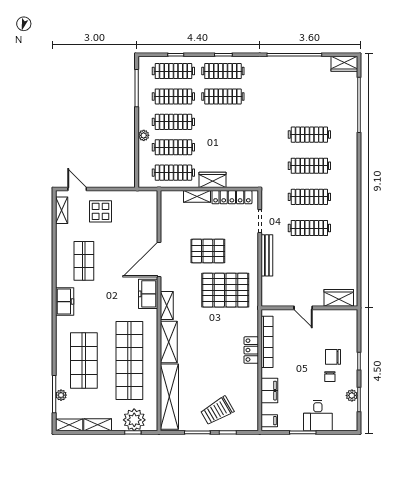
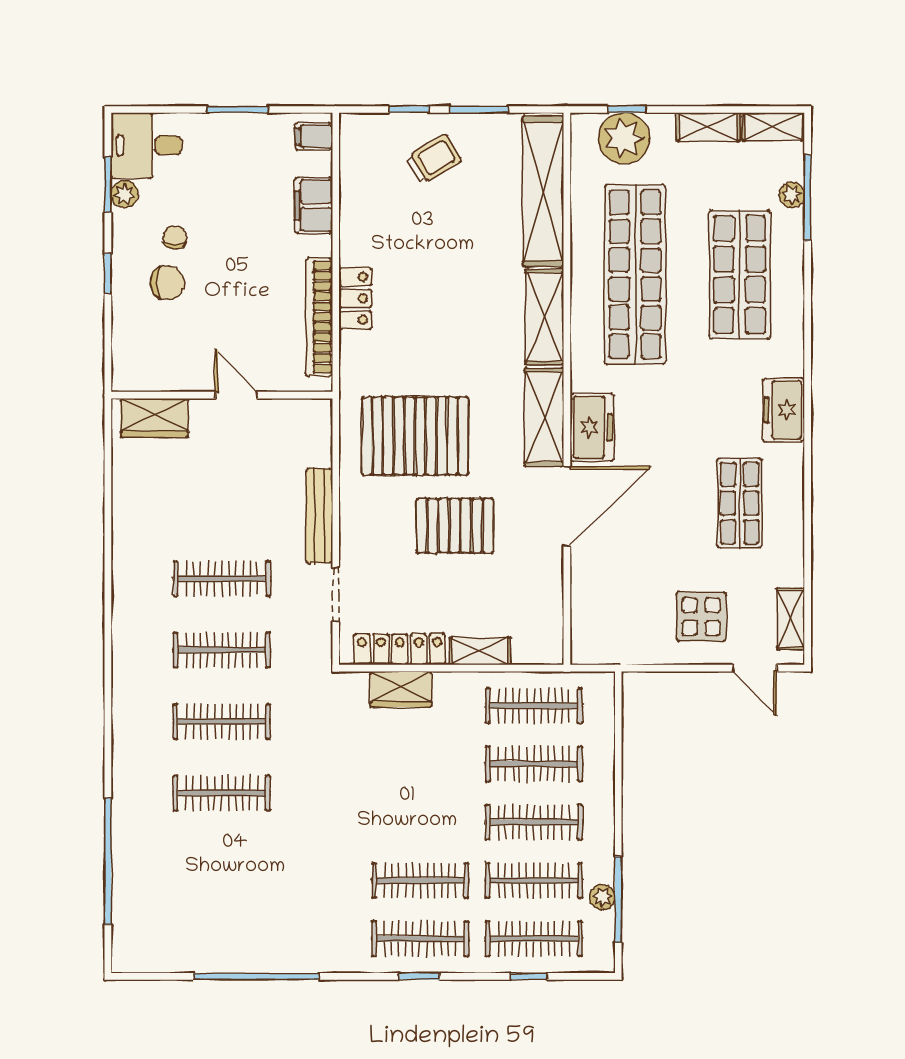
wardrobe: (344, 64) -> (141, 956), removed
plant: (144, 135) -> (602, 897), moved
wardrobe: (213, 180) -> (401, 689), moved
shelving: (167, 305) -> (544, 417), width x1.50, depth x1.33
trolley: (217, 411) -> (434, 159), width x0.73, depth x0.72
desk: (318, 416) -> (146, 145), moved, turned -90

